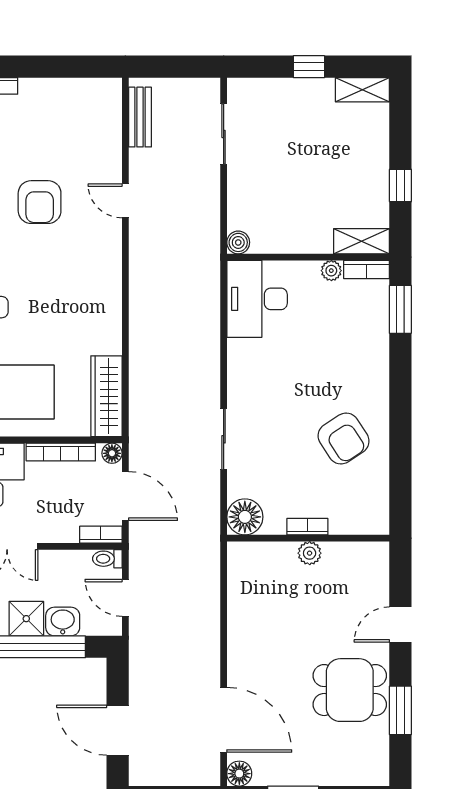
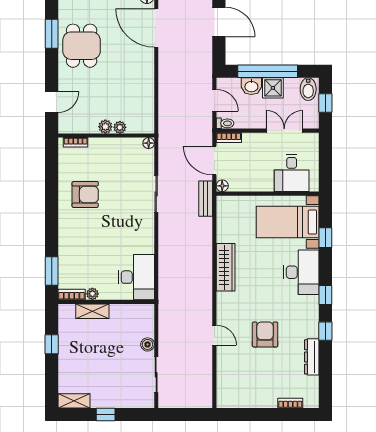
bench: (140, 117) -> (206, 199), moved
shelving: (362, 241) -> (92, 311), moved
boiler: (238, 242) -> (148, 344), moved
wardrobe: (106, 396) -> (226, 267), moved
armchair: (344, 439) -> (85, 194), turned 123
bookcase: (61, 452) -> (253, 186), removed
floor lamp: (245, 517) -> (149, 143), width x0.53, depth x0.53
bookcase: (307, 527) -> (76, 142), moved
plant: (285, 552) -> (120, 127), added
door: (400, 624) -> (52, 102), moved
dining table: (350, 690) -> (82, 46), turned 90

